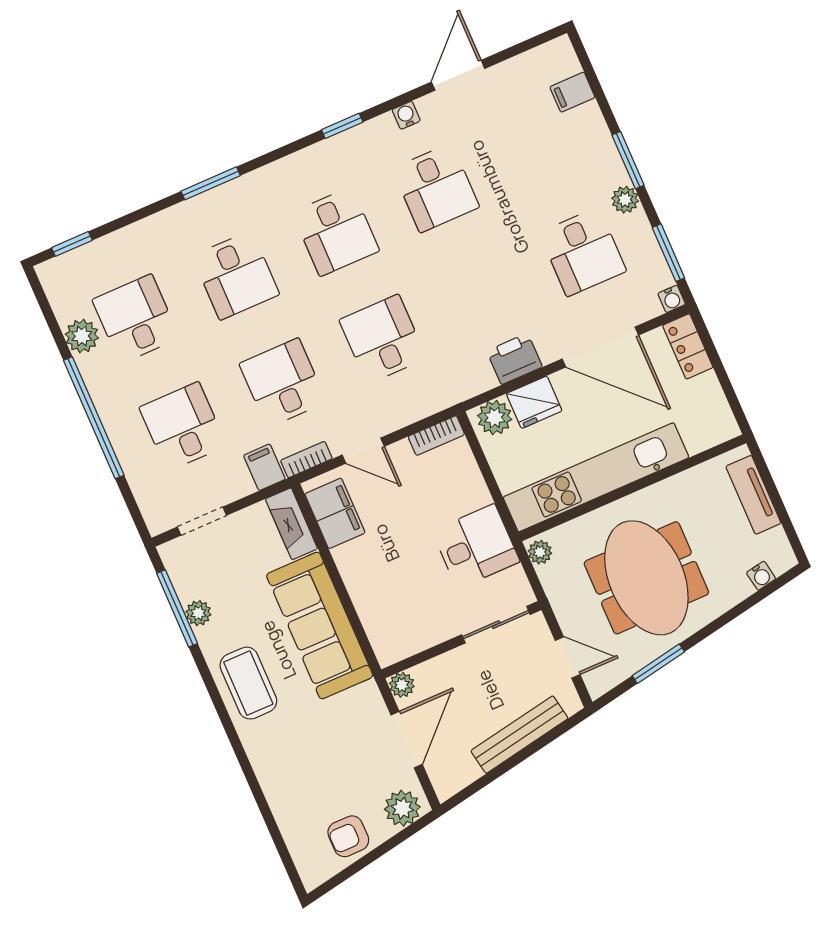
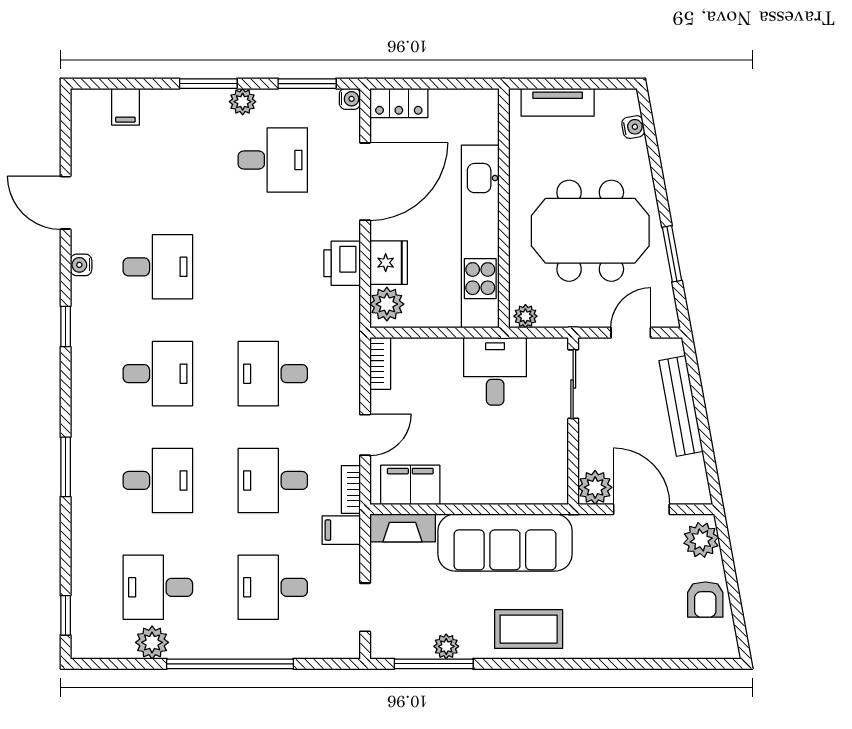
plant: (402, 685) -> (595, 487), width x1.38, depth x1.38

